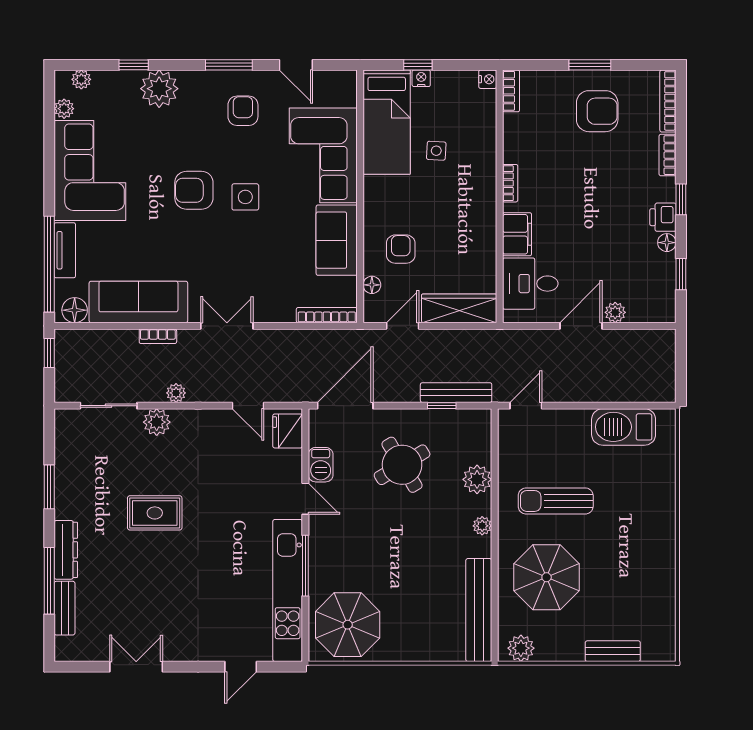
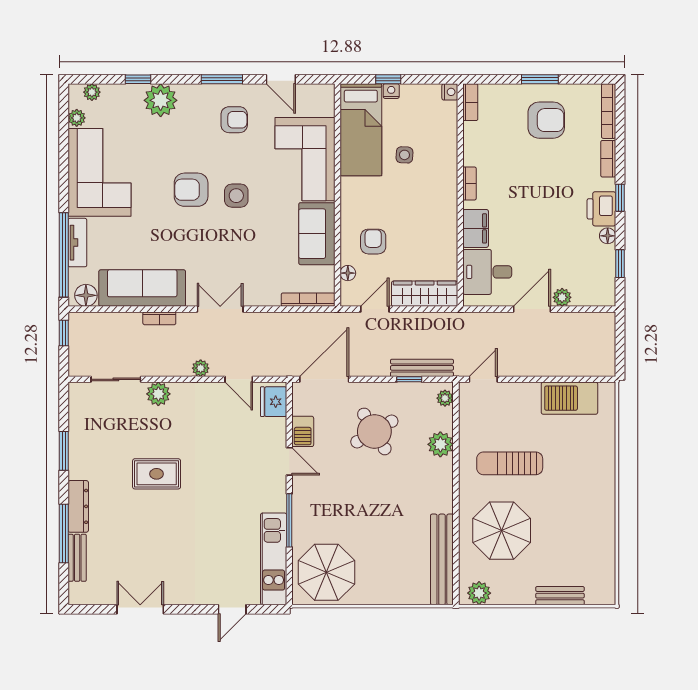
armchair: (243, 111) -> (234, 120), turned 90
printer: (663, 217) -> (601, 209), width x1.36, depth x1.24
plant: (176, 393) -> (201, 368), moved
plant: (482, 526) -> (445, 398), moved
kitchen unit: (288, 590) -> (274, 559), width x0.73

